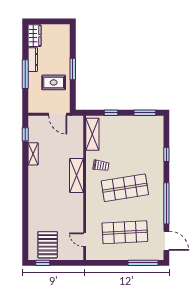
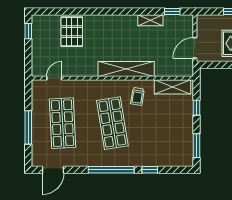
shelving: (76, 175) -> (126, 69), width x1.47
window: (166, 203) -> (111, 170), moved
pallet: (48, 245) -> (72, 32), moved, turned 90
window: (143, 263) -> (28, 127), moved

